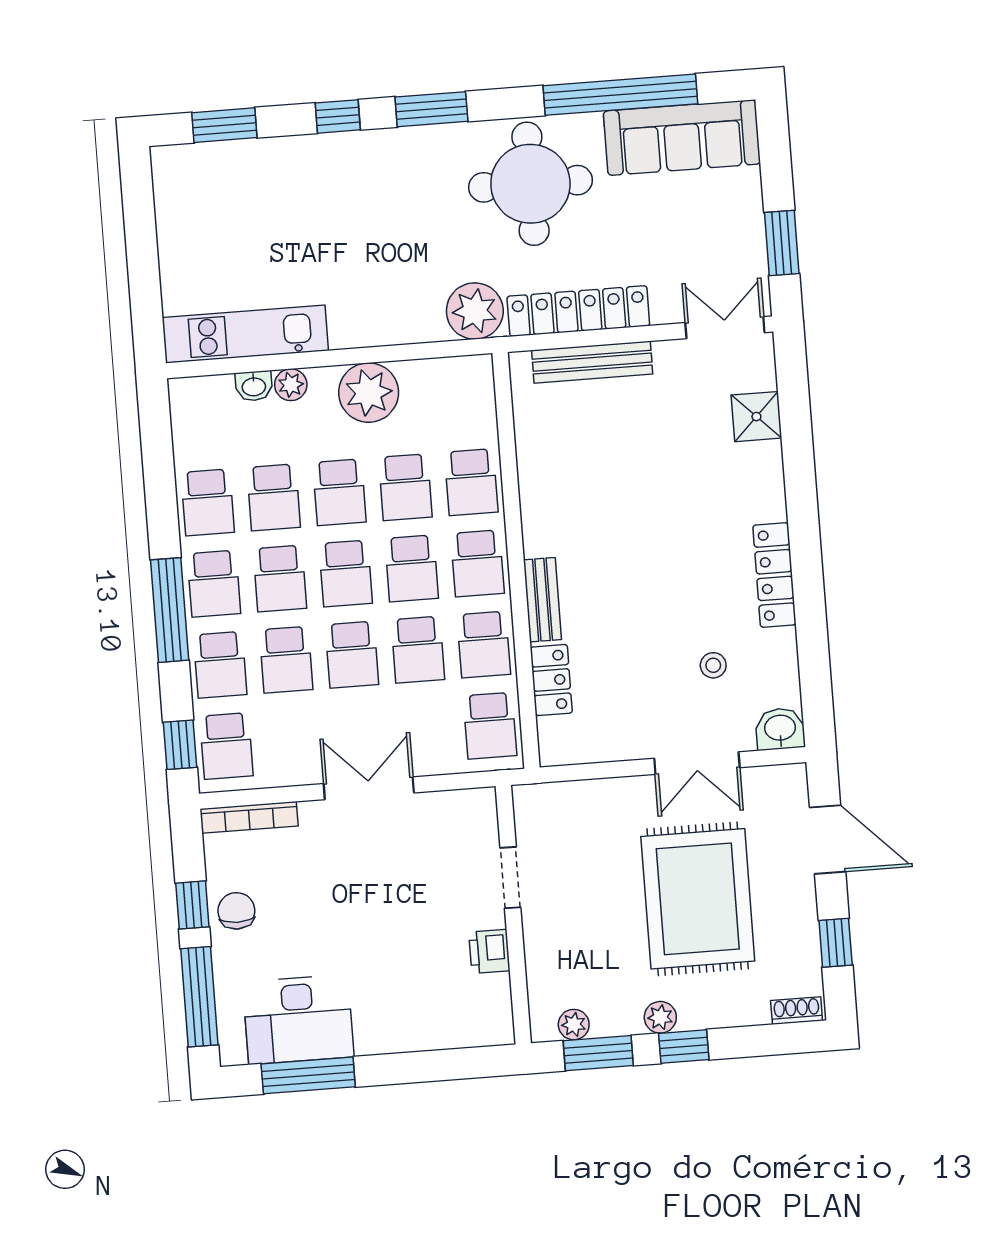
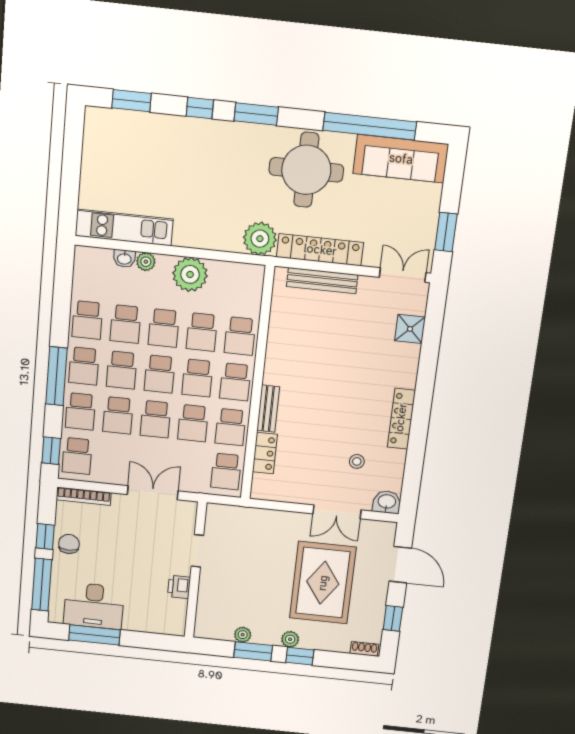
doorway: (510, 878) -> (197, 551), moved
wall: (513, 915) -> (196, 570), moved
printer: (489, 951) -> (179, 587), moved

